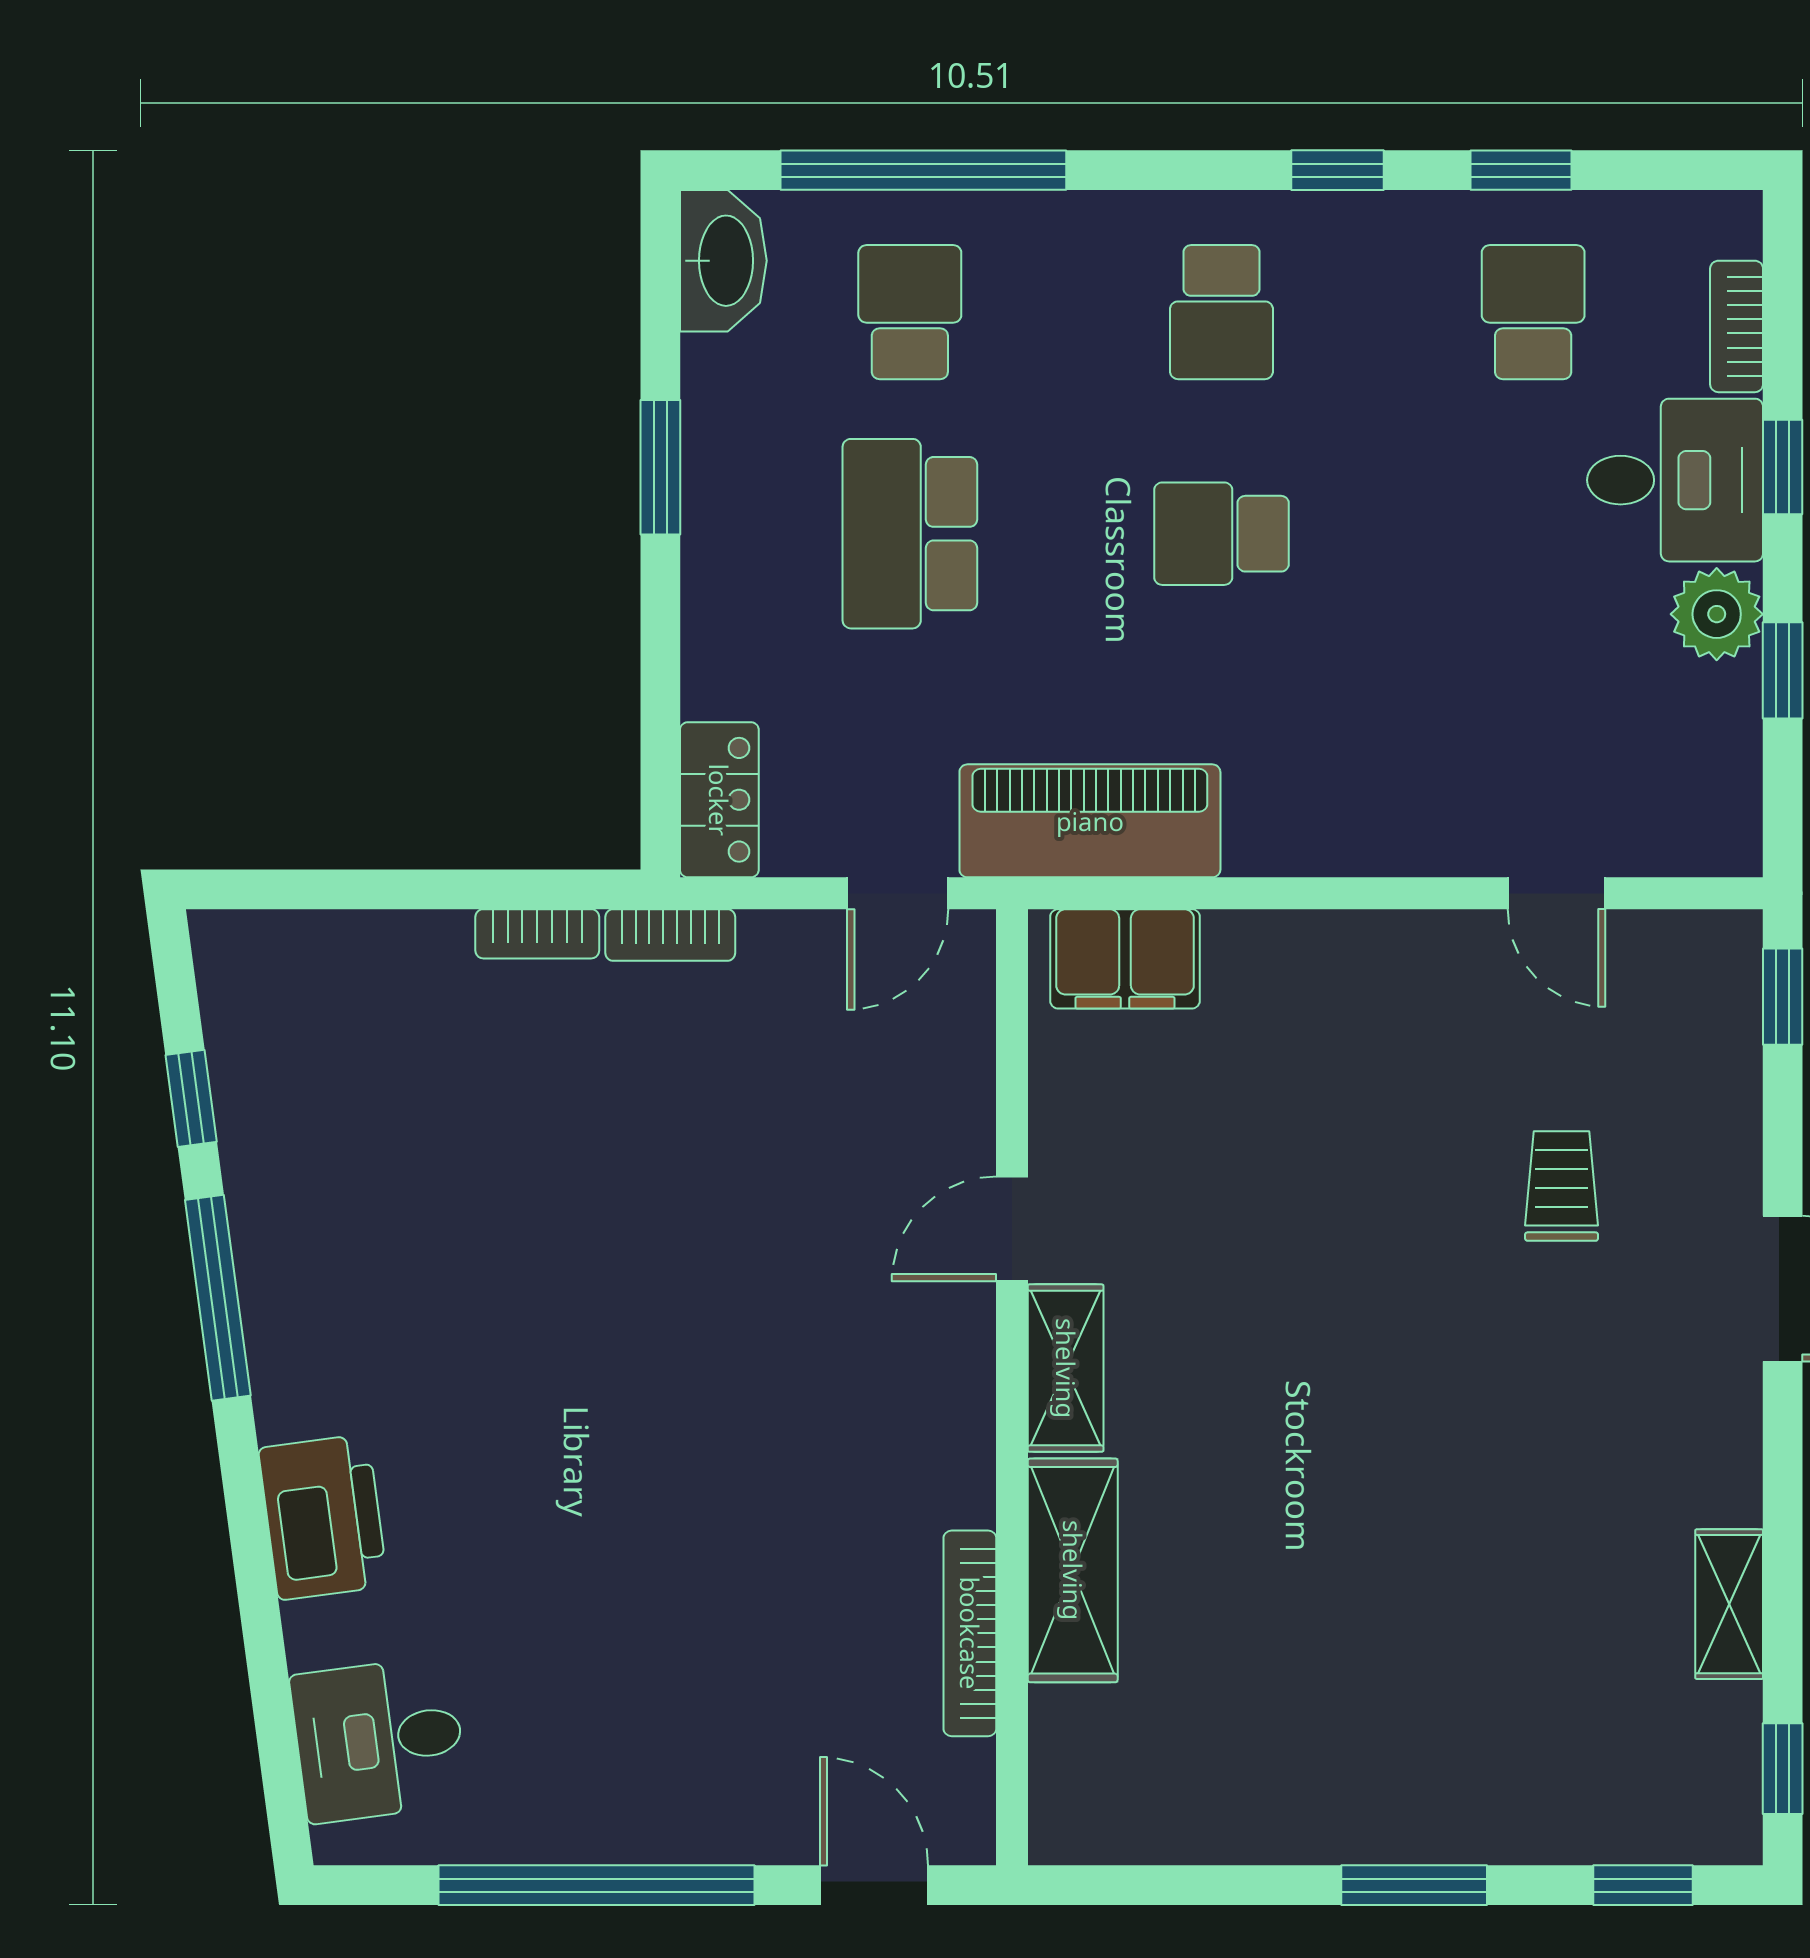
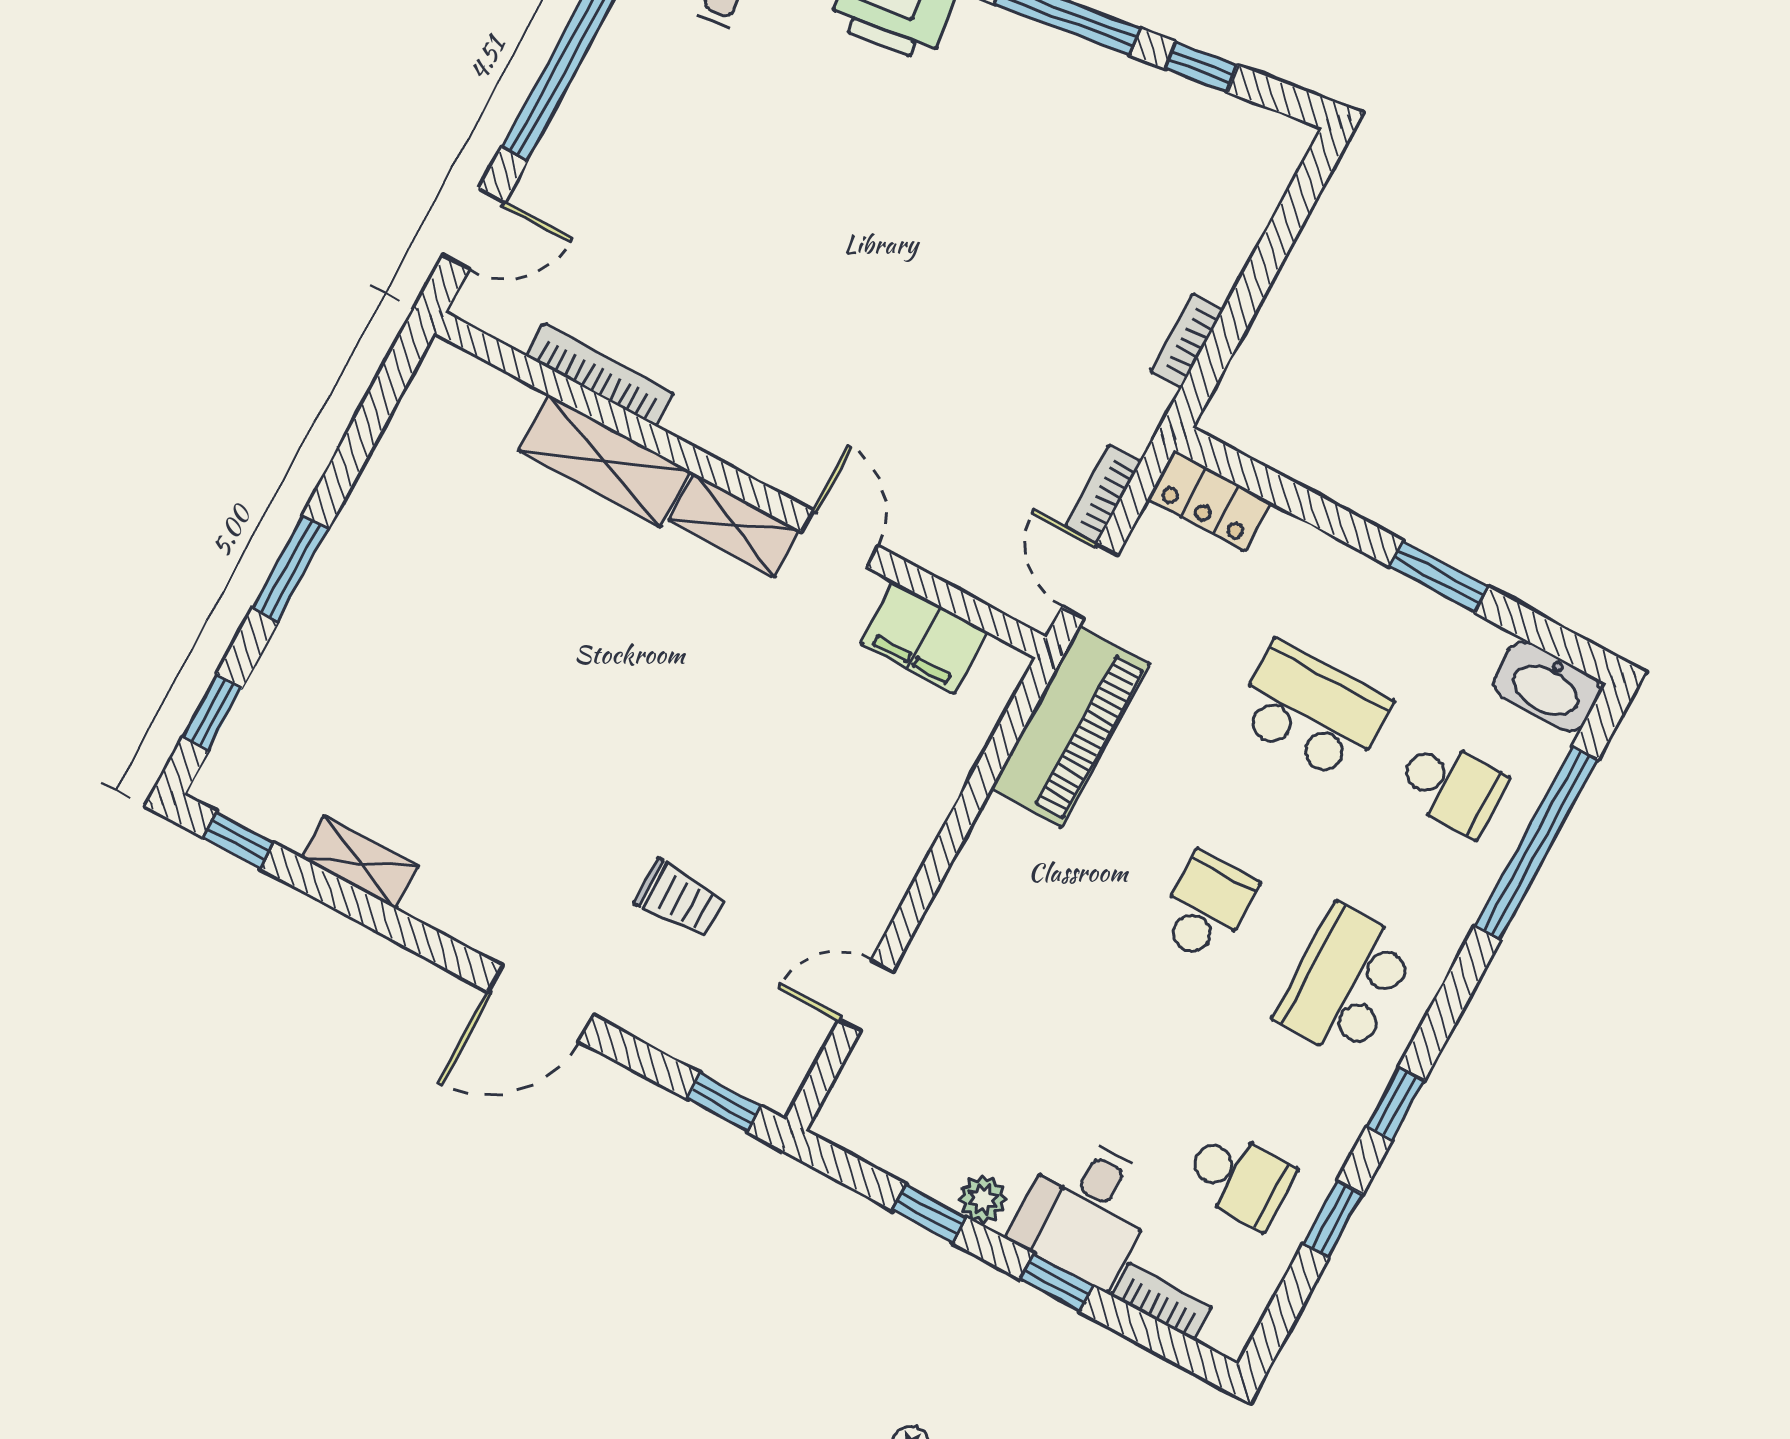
school desk: (1221, 312) -> (1345, 982), width x1.85
plant: (1717, 614) -> (983, 1199), width x0.73, depth x0.73
bookcase: (670, 935) -> (1103, 494), moved
filing cabinet: (1125, 959) -> (924, 638), moved, turned -90

